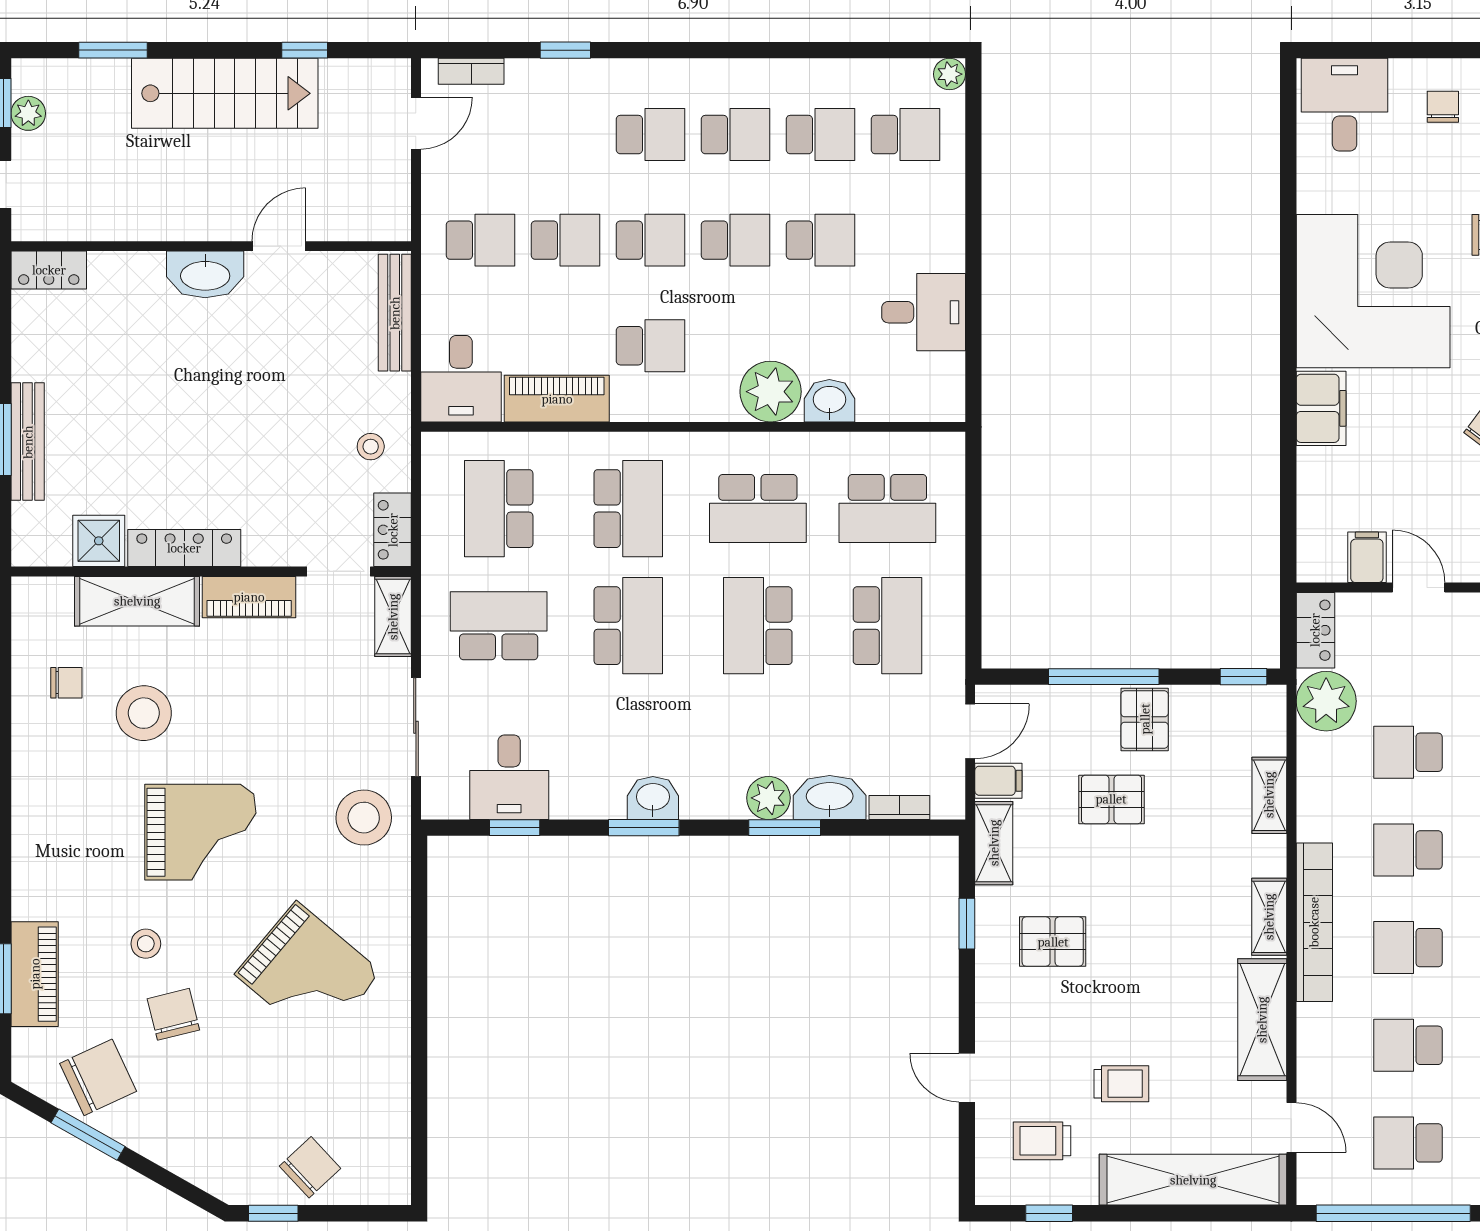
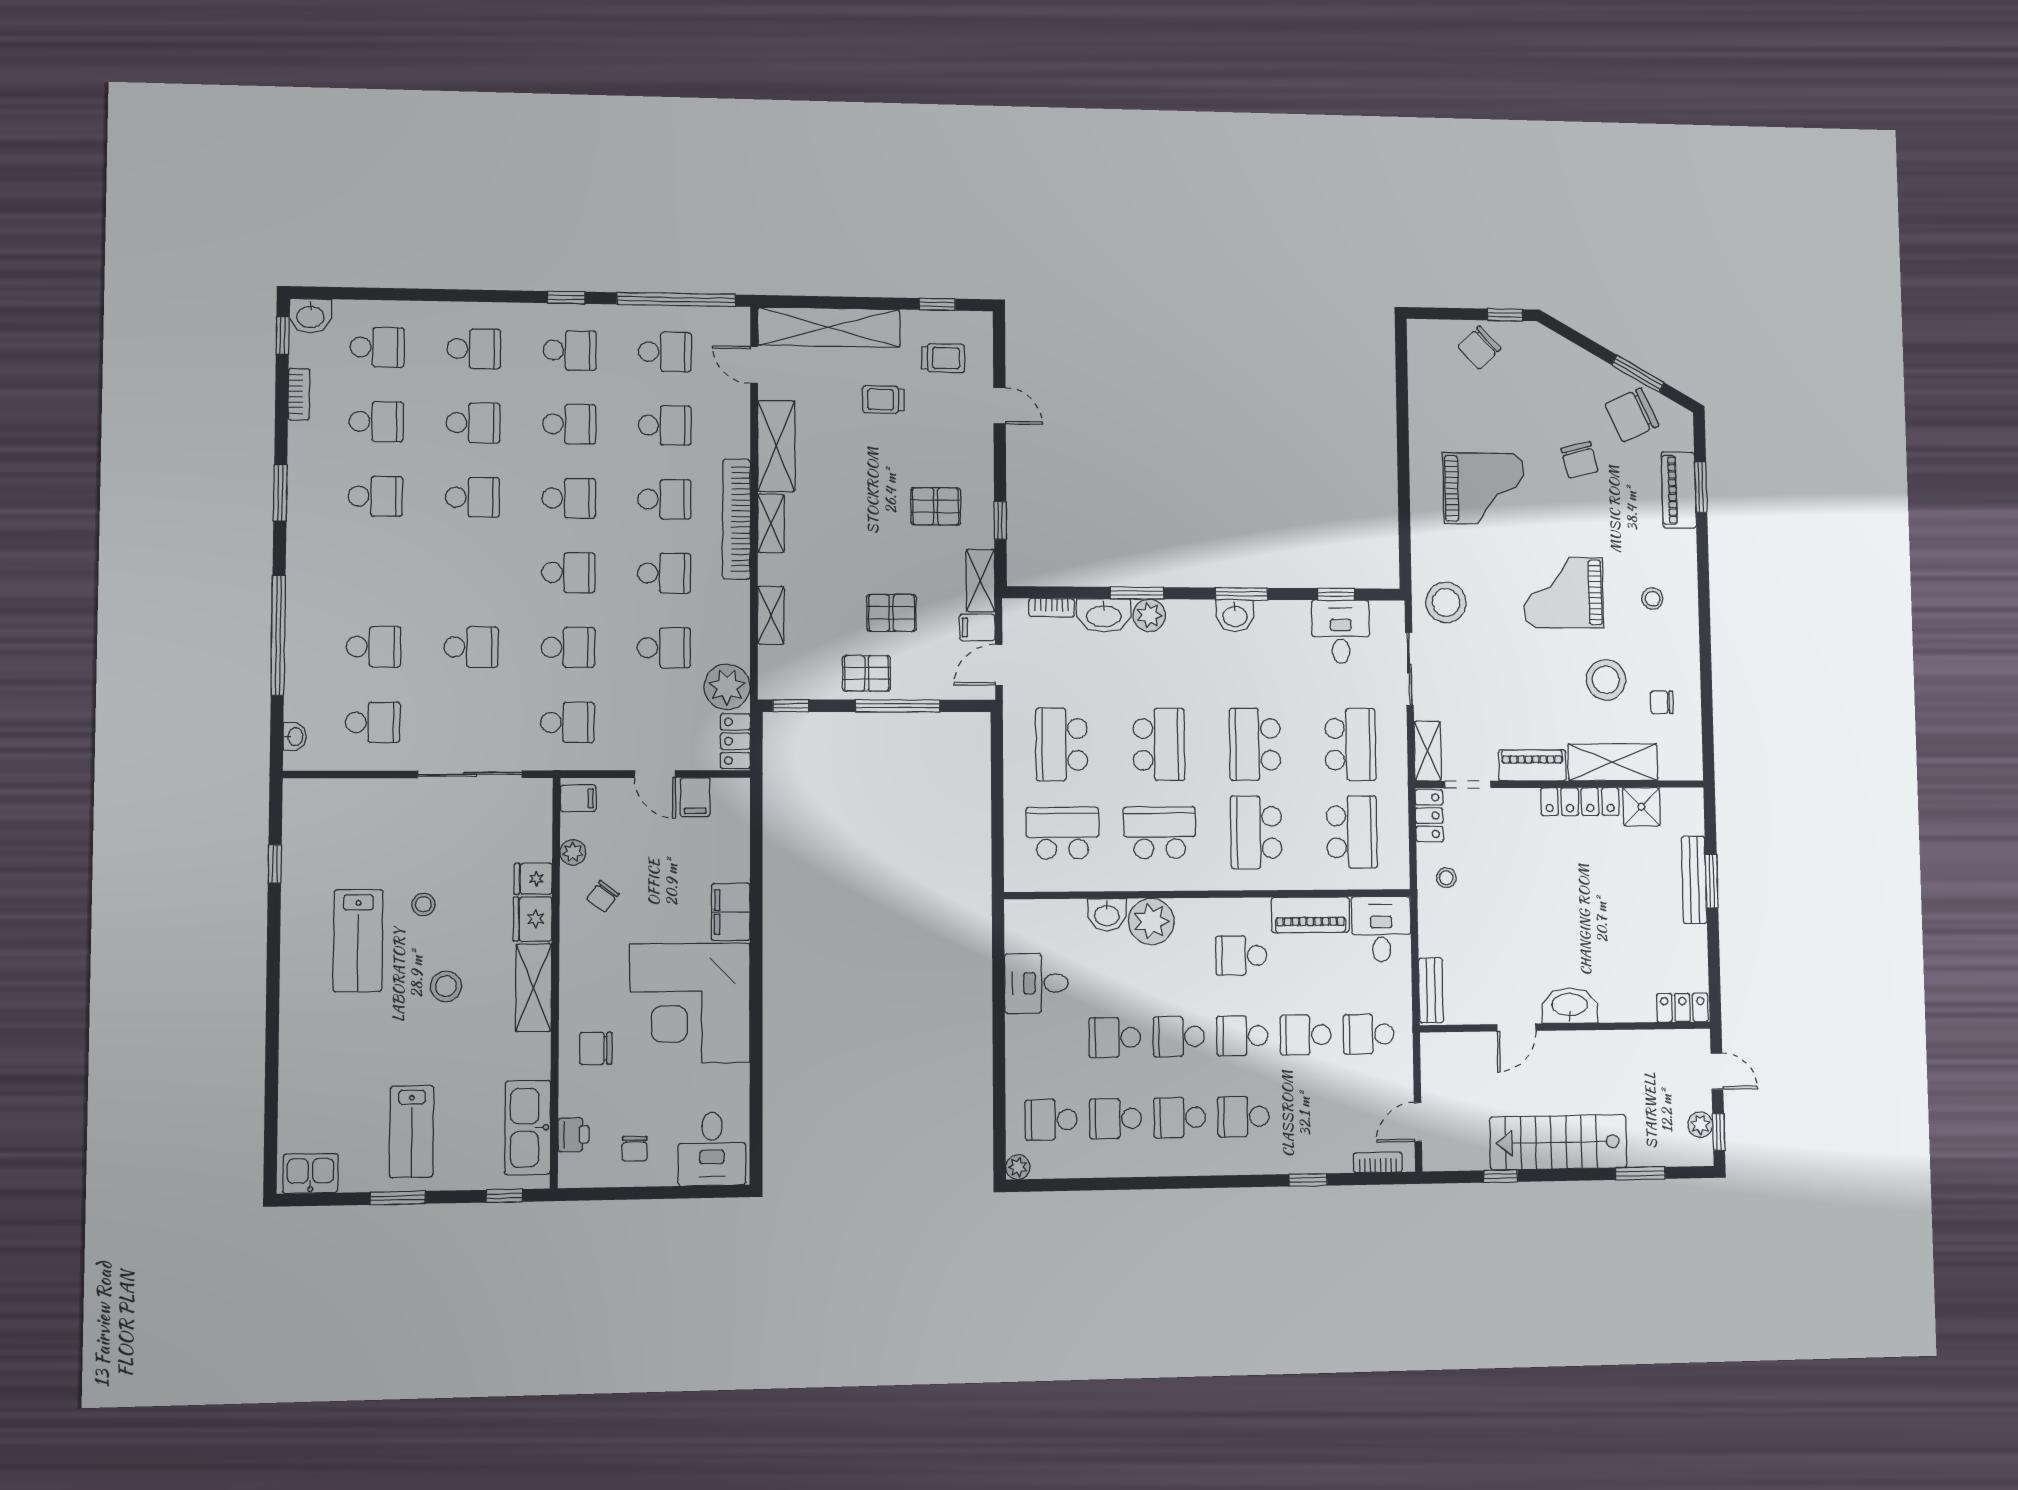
bench: (395, 313) -> (1431, 990), width x0.73
school desk: (499, 626) -> (1350, 744), turned -90
pallet: (1145, 719) -> (867, 673), turned 90
stool: (146, 944) -> (1652, 599), moved
grand piano: (308, 973) -> (1484, 489), turned 140

